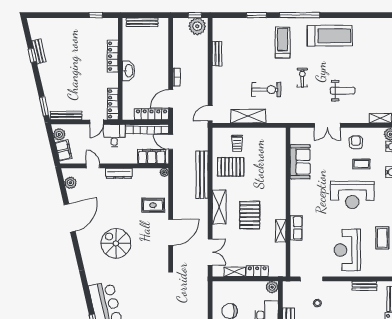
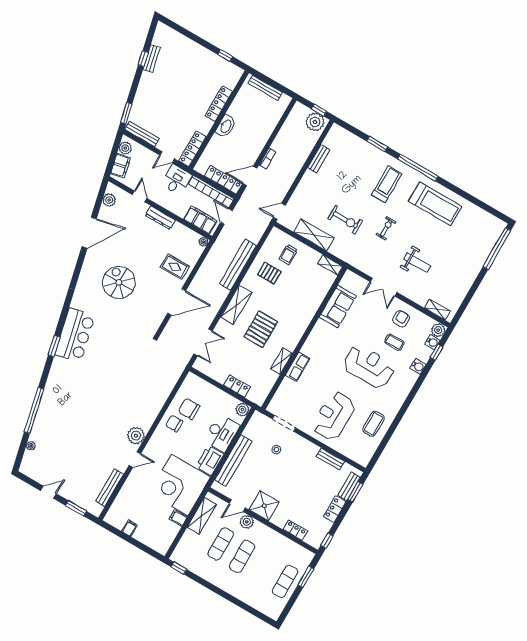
pallet: (231, 167) -> (269, 273), width x0.67, depth x0.71
reception desk: (352, 195) -> (369, 367), turned 180
shelving: (235, 272) -> (330, 265), moved

